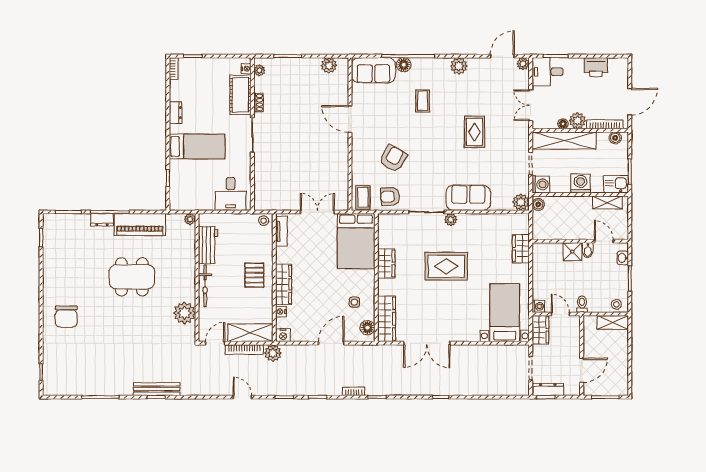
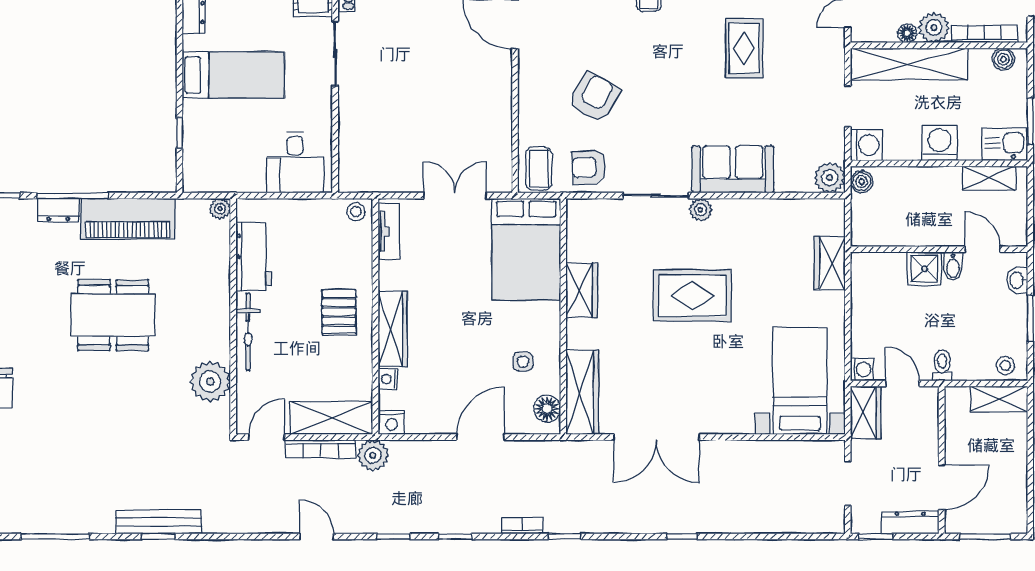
dresser: (548, 389) -> (910, 523), moved

